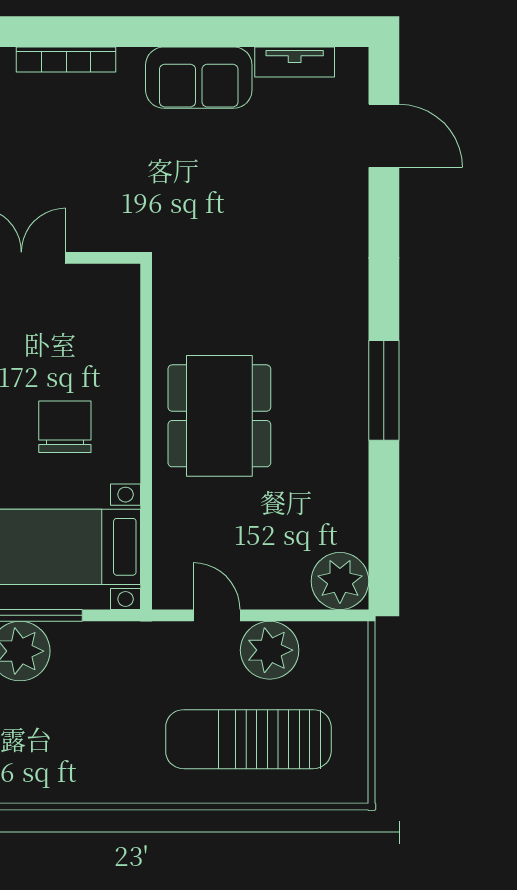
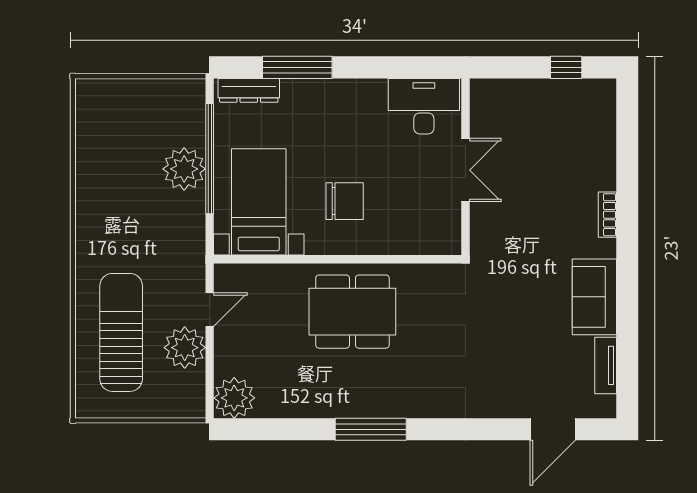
bookcase: (66, 60) -> (607, 215), width x0.64

